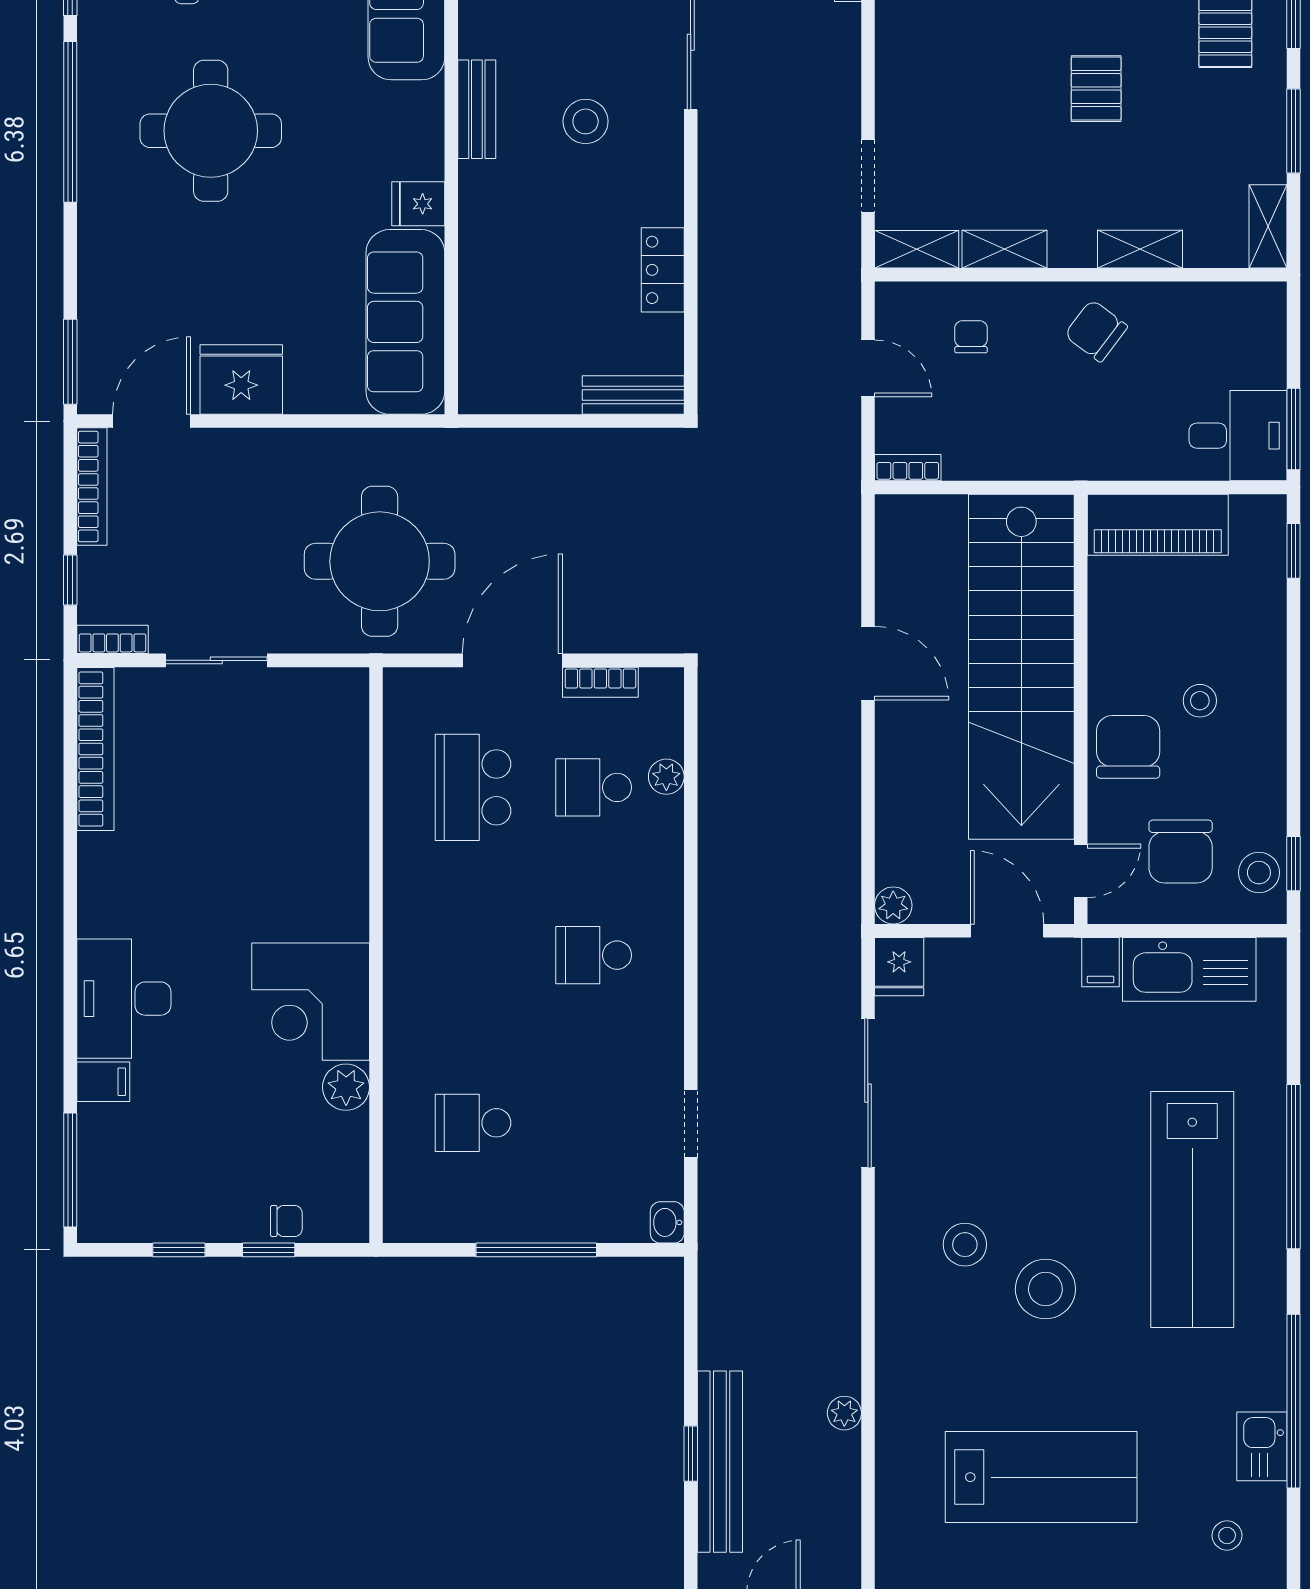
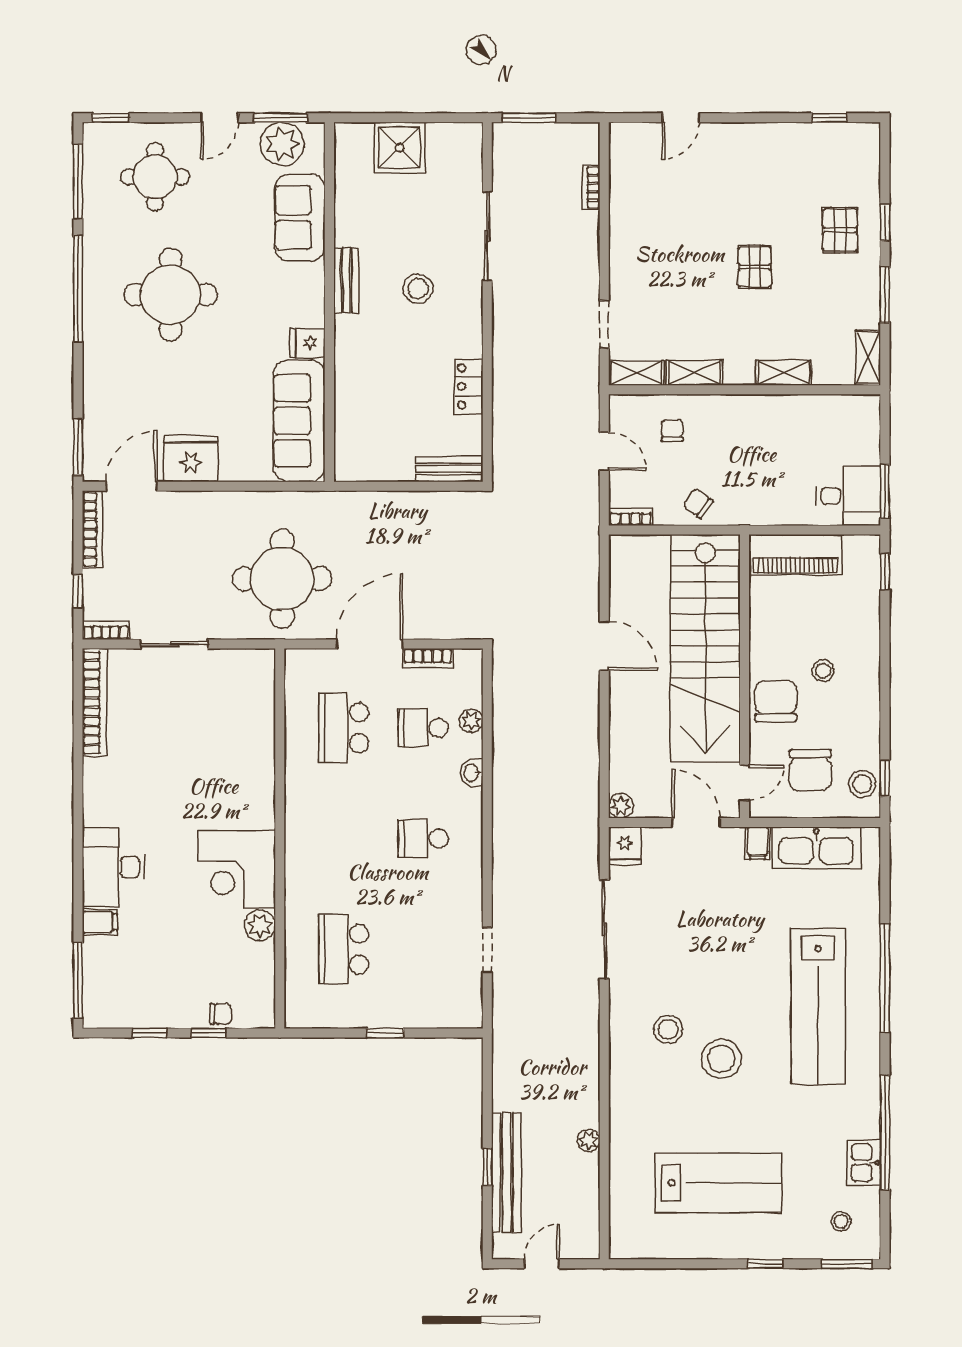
chair: (1096, 331) -> (698, 503), moved, width x0.73, depth x0.73
school desk: (473, 1123) -> (344, 949), width x1.85
washbasin: (667, 1222) -> (472, 773), moved
window: (536, 1250) -> (385, 1033), width x0.46

